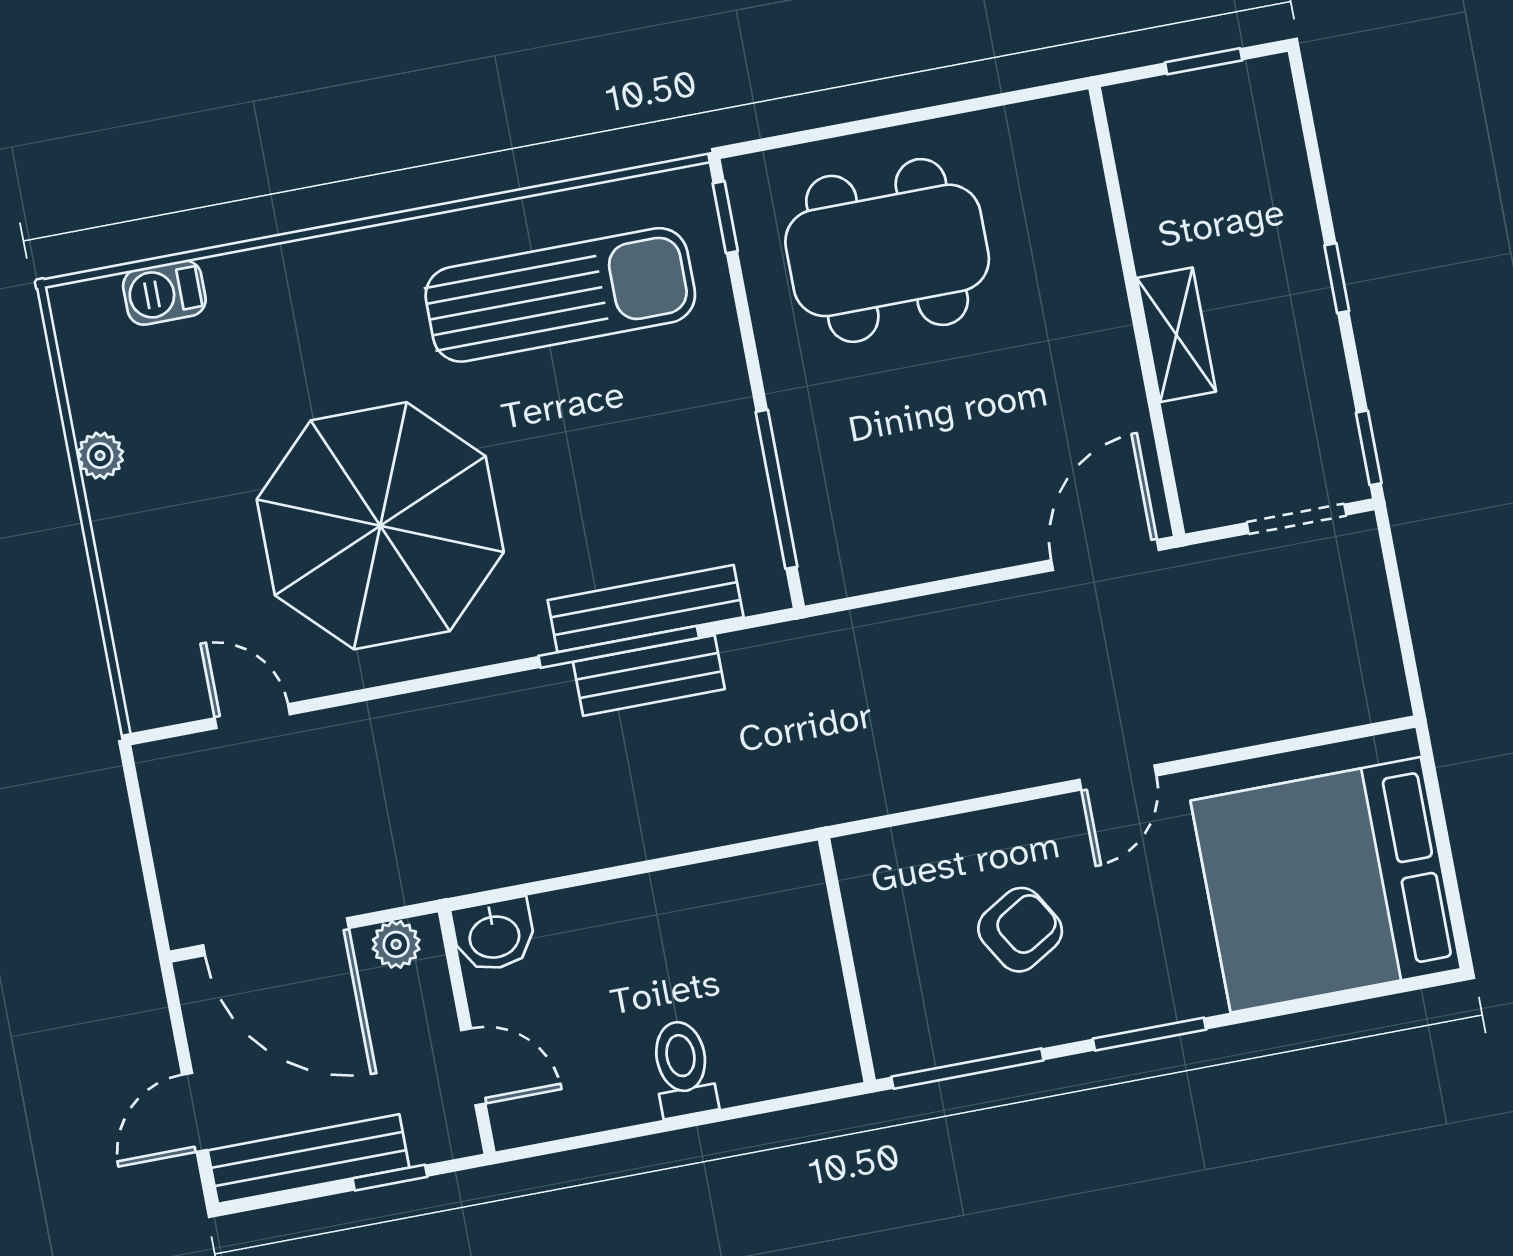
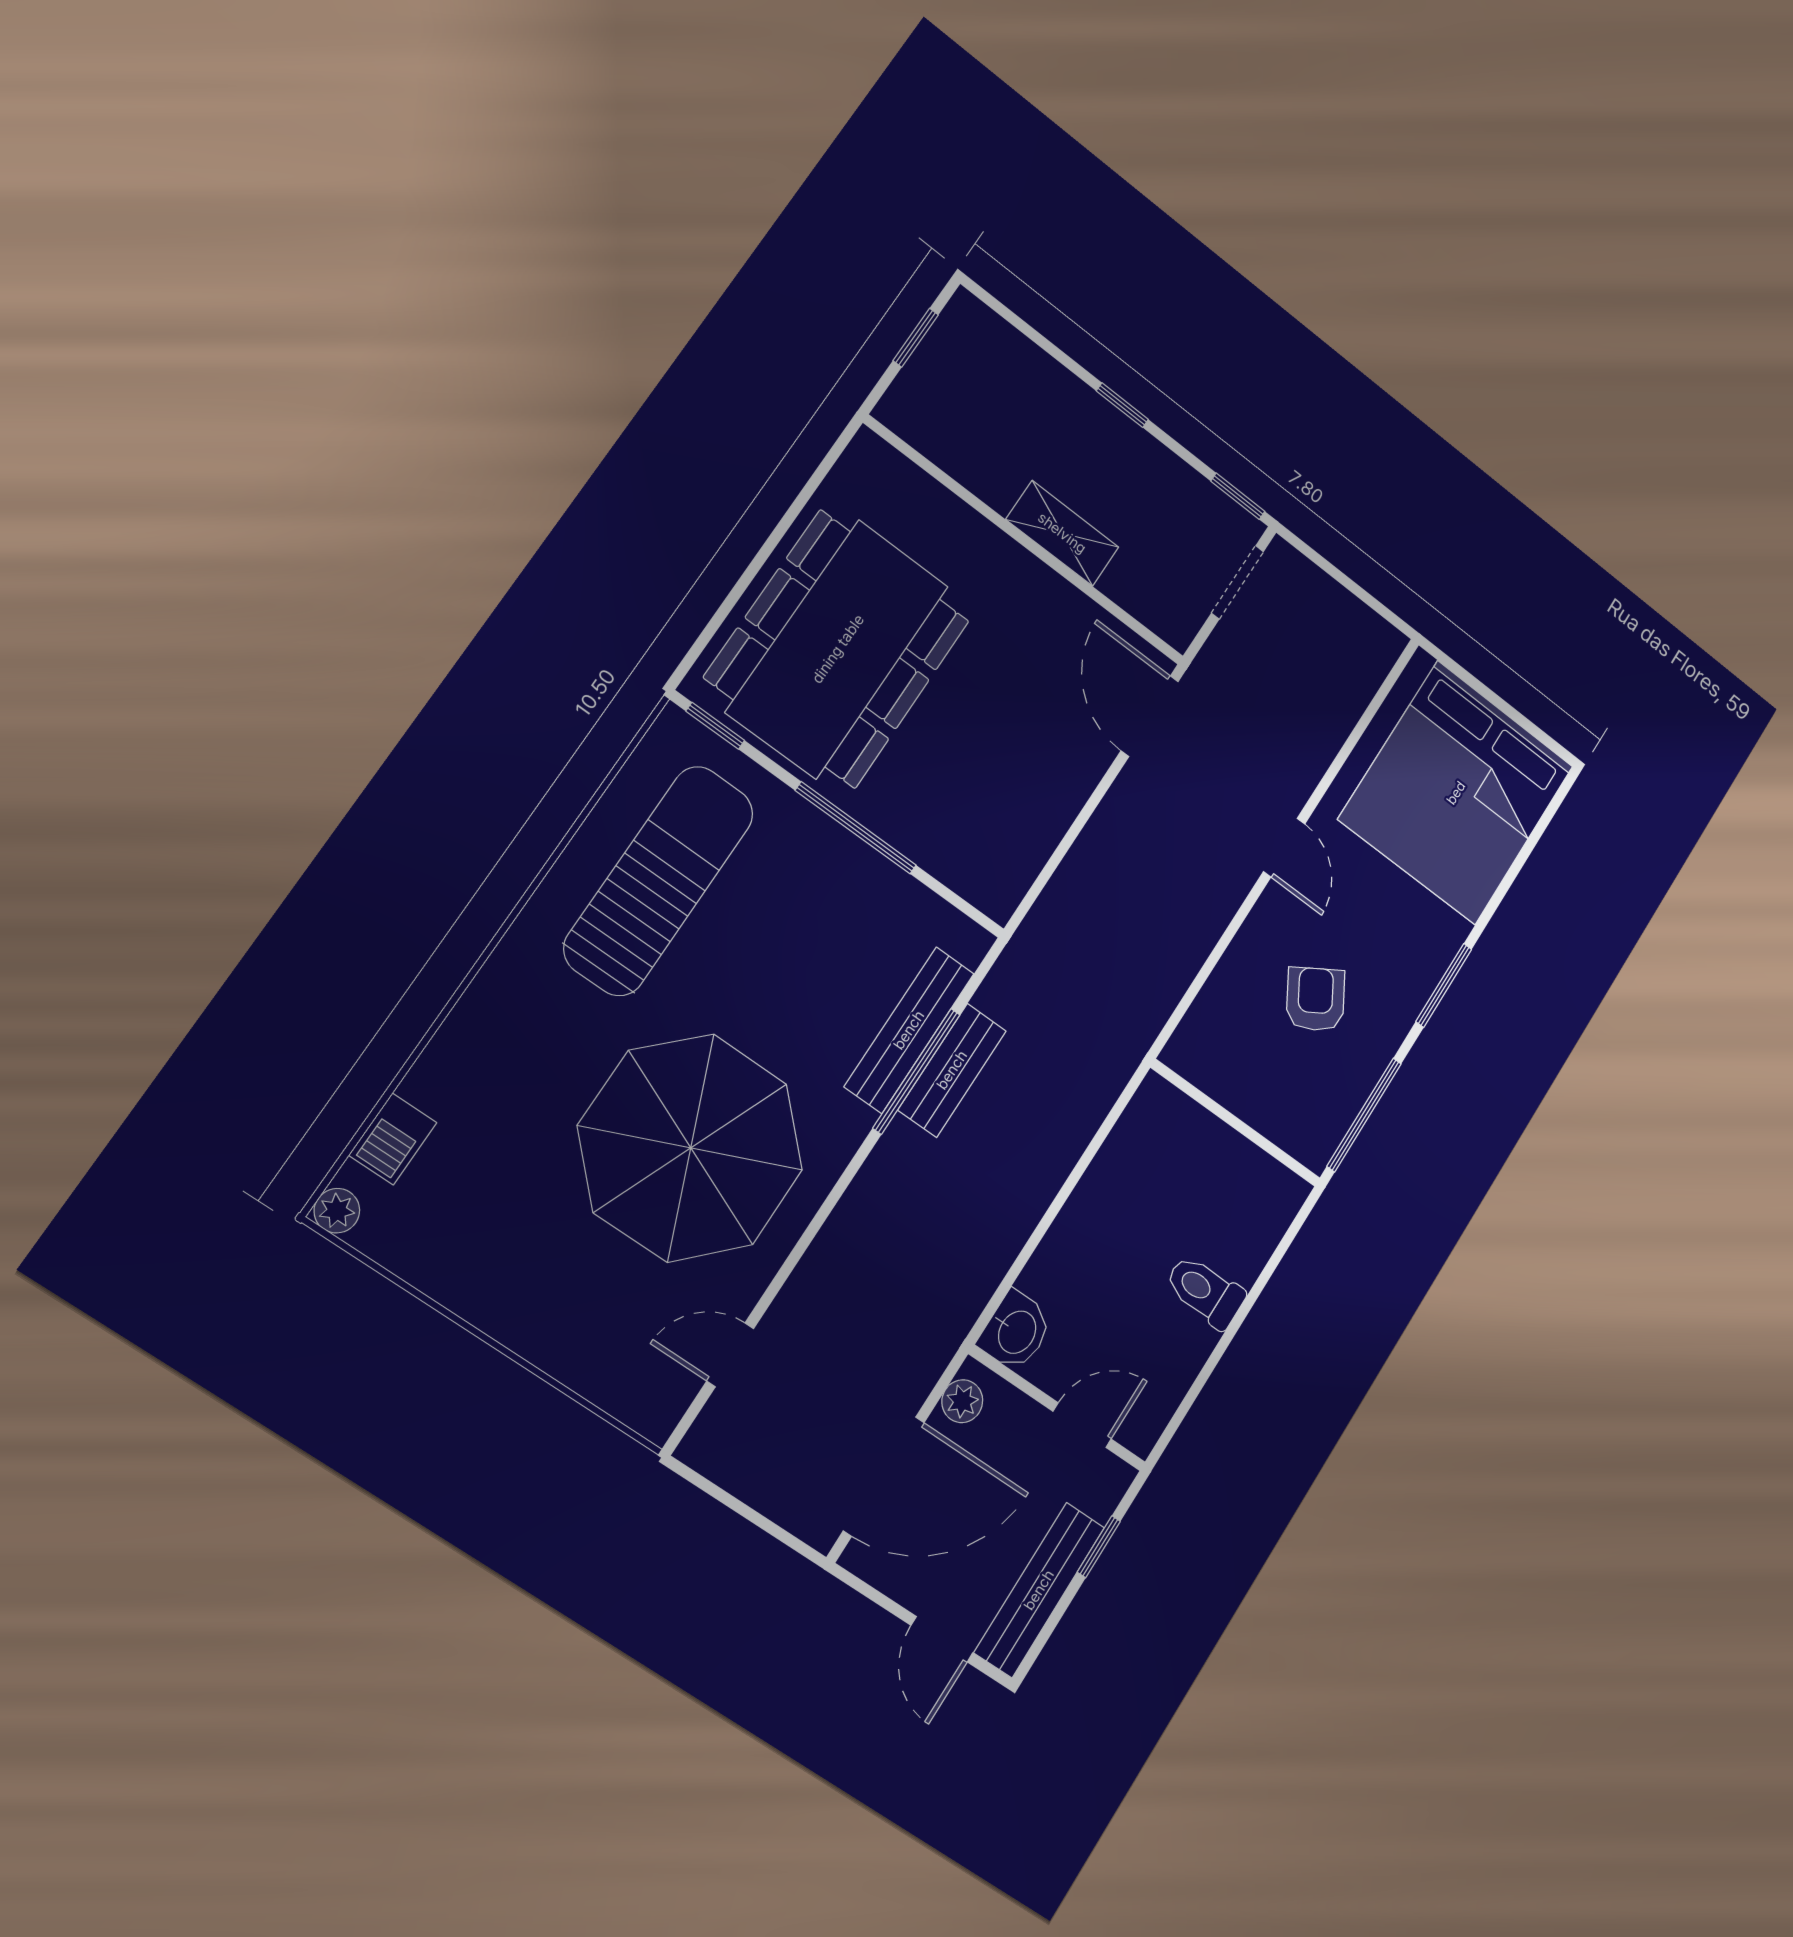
dining table: (887, 250) -> (838, 649), width x1.36, depth x1.24
plant: (100, 456) -> (337, 1211), moved
window: (777, 489) -> (856, 828), moved

